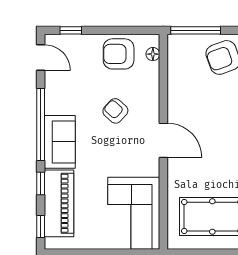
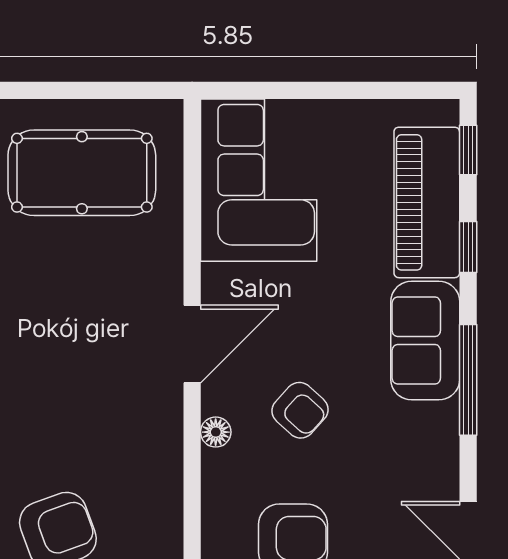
floor lamp: (153, 54) -> (216, 432), moved
window: (41, 124) -> (468, 380), width x0.68
door: (163, 140) -> (192, 344), swing flipped

